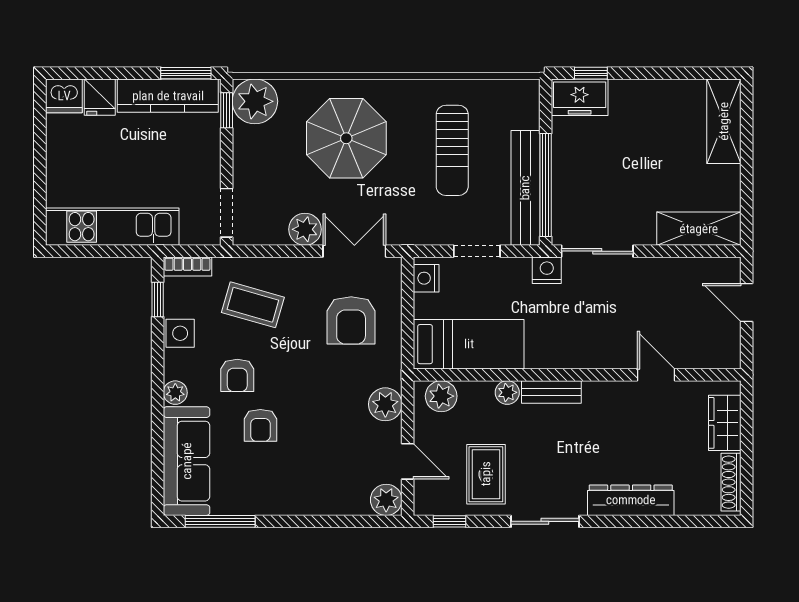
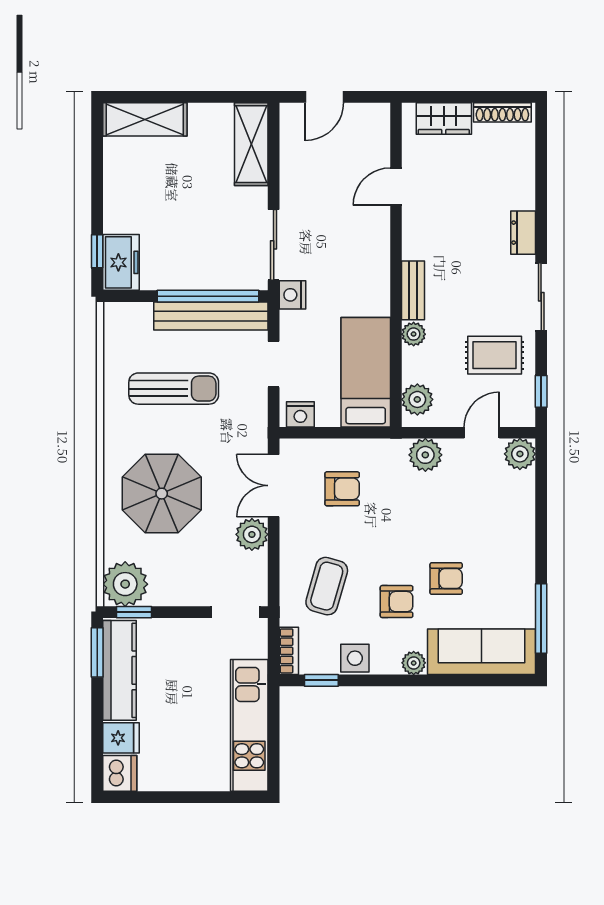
armchair: (351, 320) -> (342, 489), width x0.72, depth x0.72
dresser: (631, 500) -> (523, 233), width x0.51, depth x0.80

